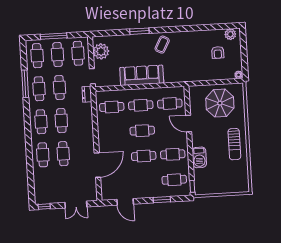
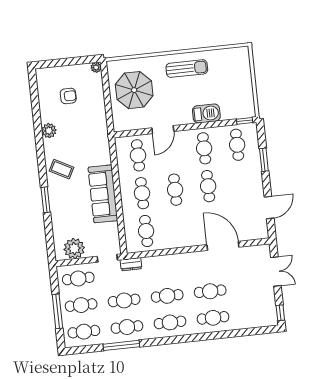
plant: (230, 34) -> (49, 131), moved

